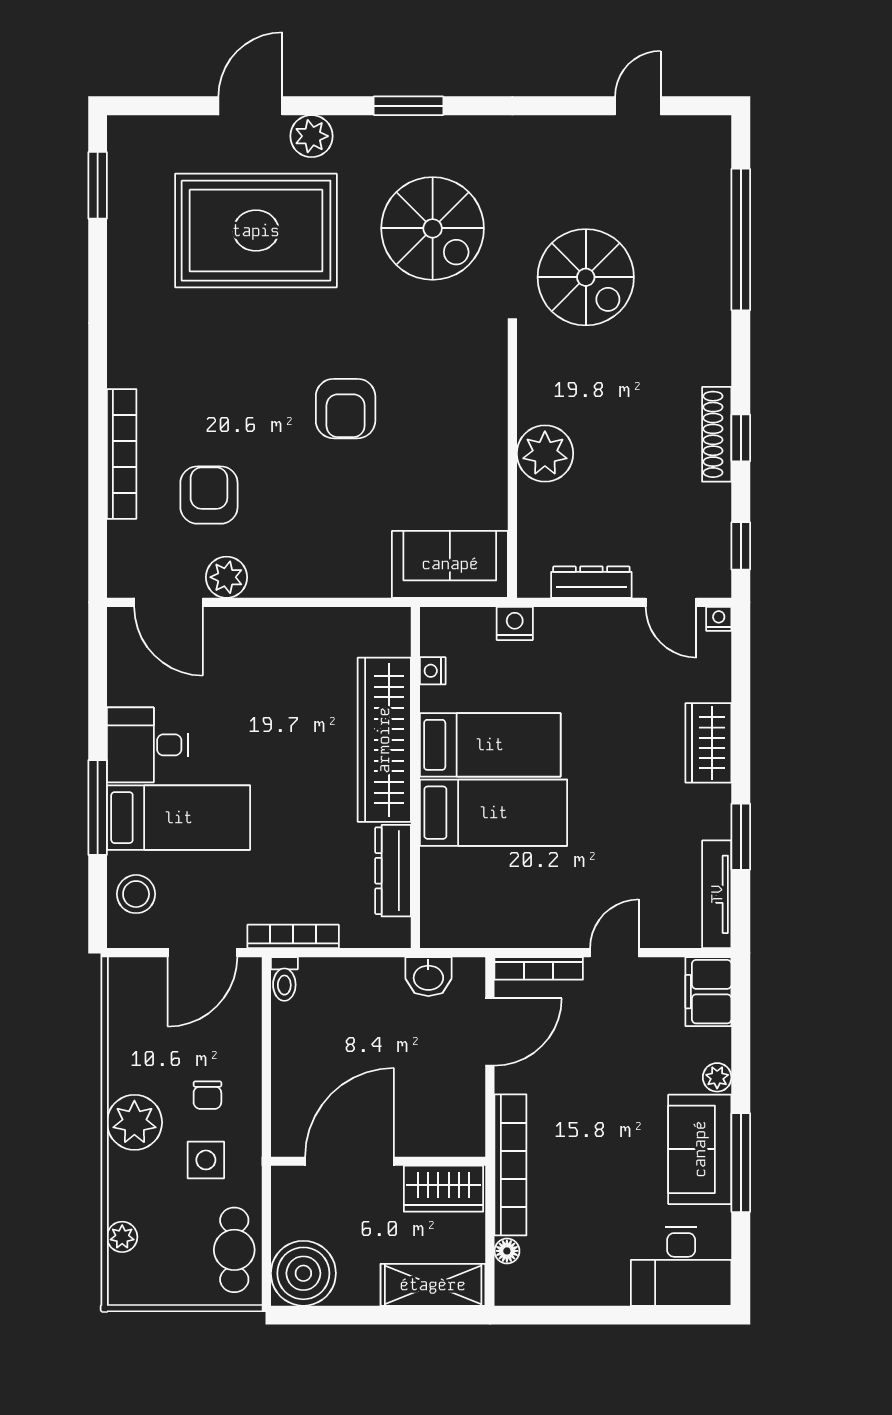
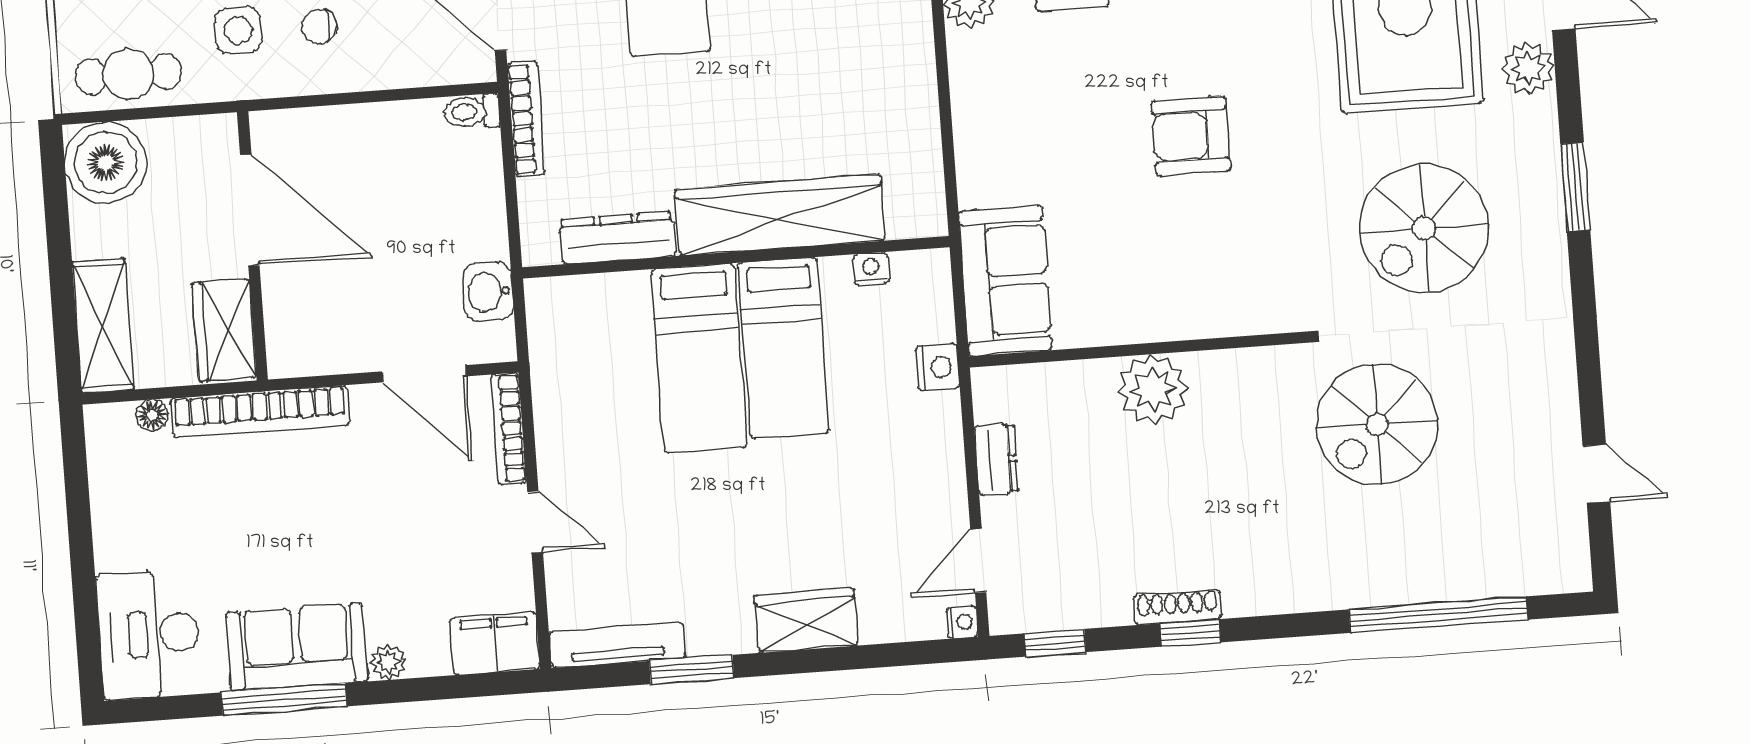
shoe rack: (717, 434) -> (1177, 607), width x0.74, depth x0.81
dresser: (591, 582) -> (996, 459), width x0.70

